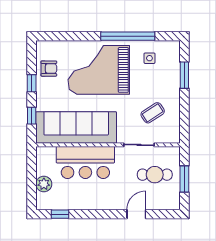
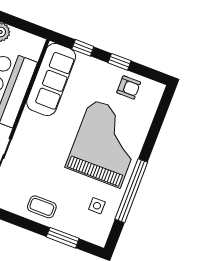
armchair: (49, 69) -> (129, 87), turned -90
coffee table: (153, 113) -> (42, 207), moved, turned -57
sofa: (76, 127) -> (51, 79), width x0.74, depth x0.79

